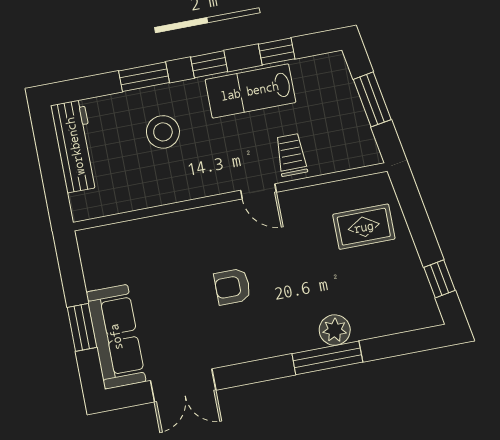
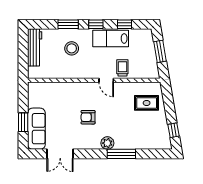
plant: (335, 330) -> (107, 143), moved

